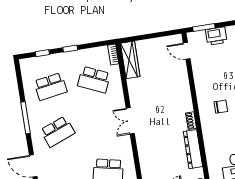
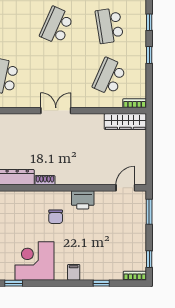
printer: (216, 36) -> (83, 200), moved, turned -90
school desk: (58, 132) -> (57, 26), turned 45

